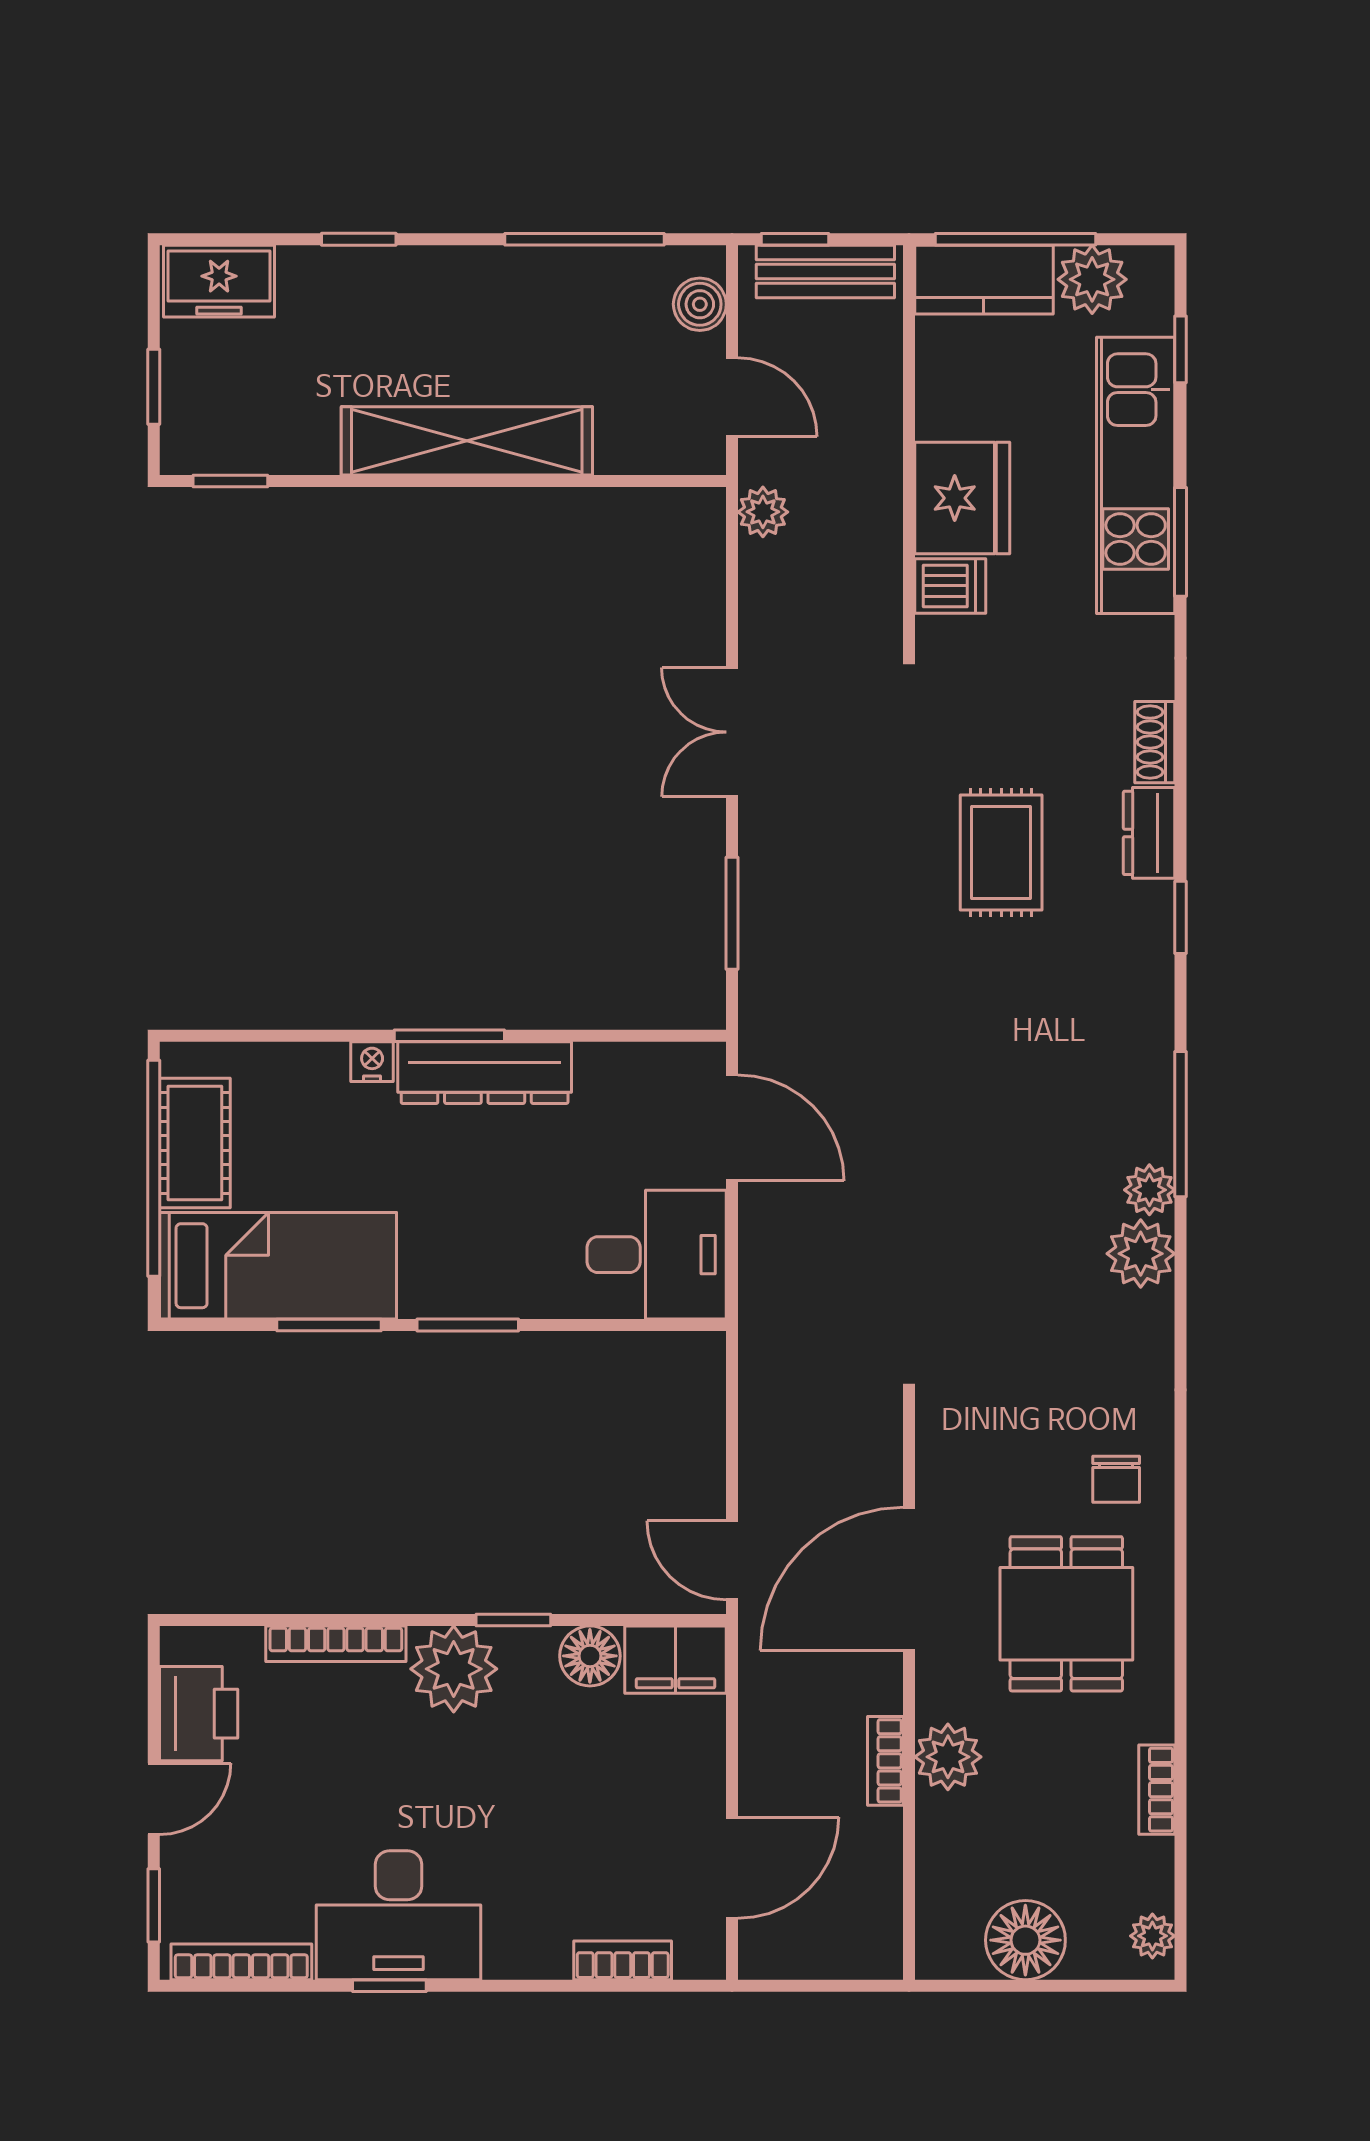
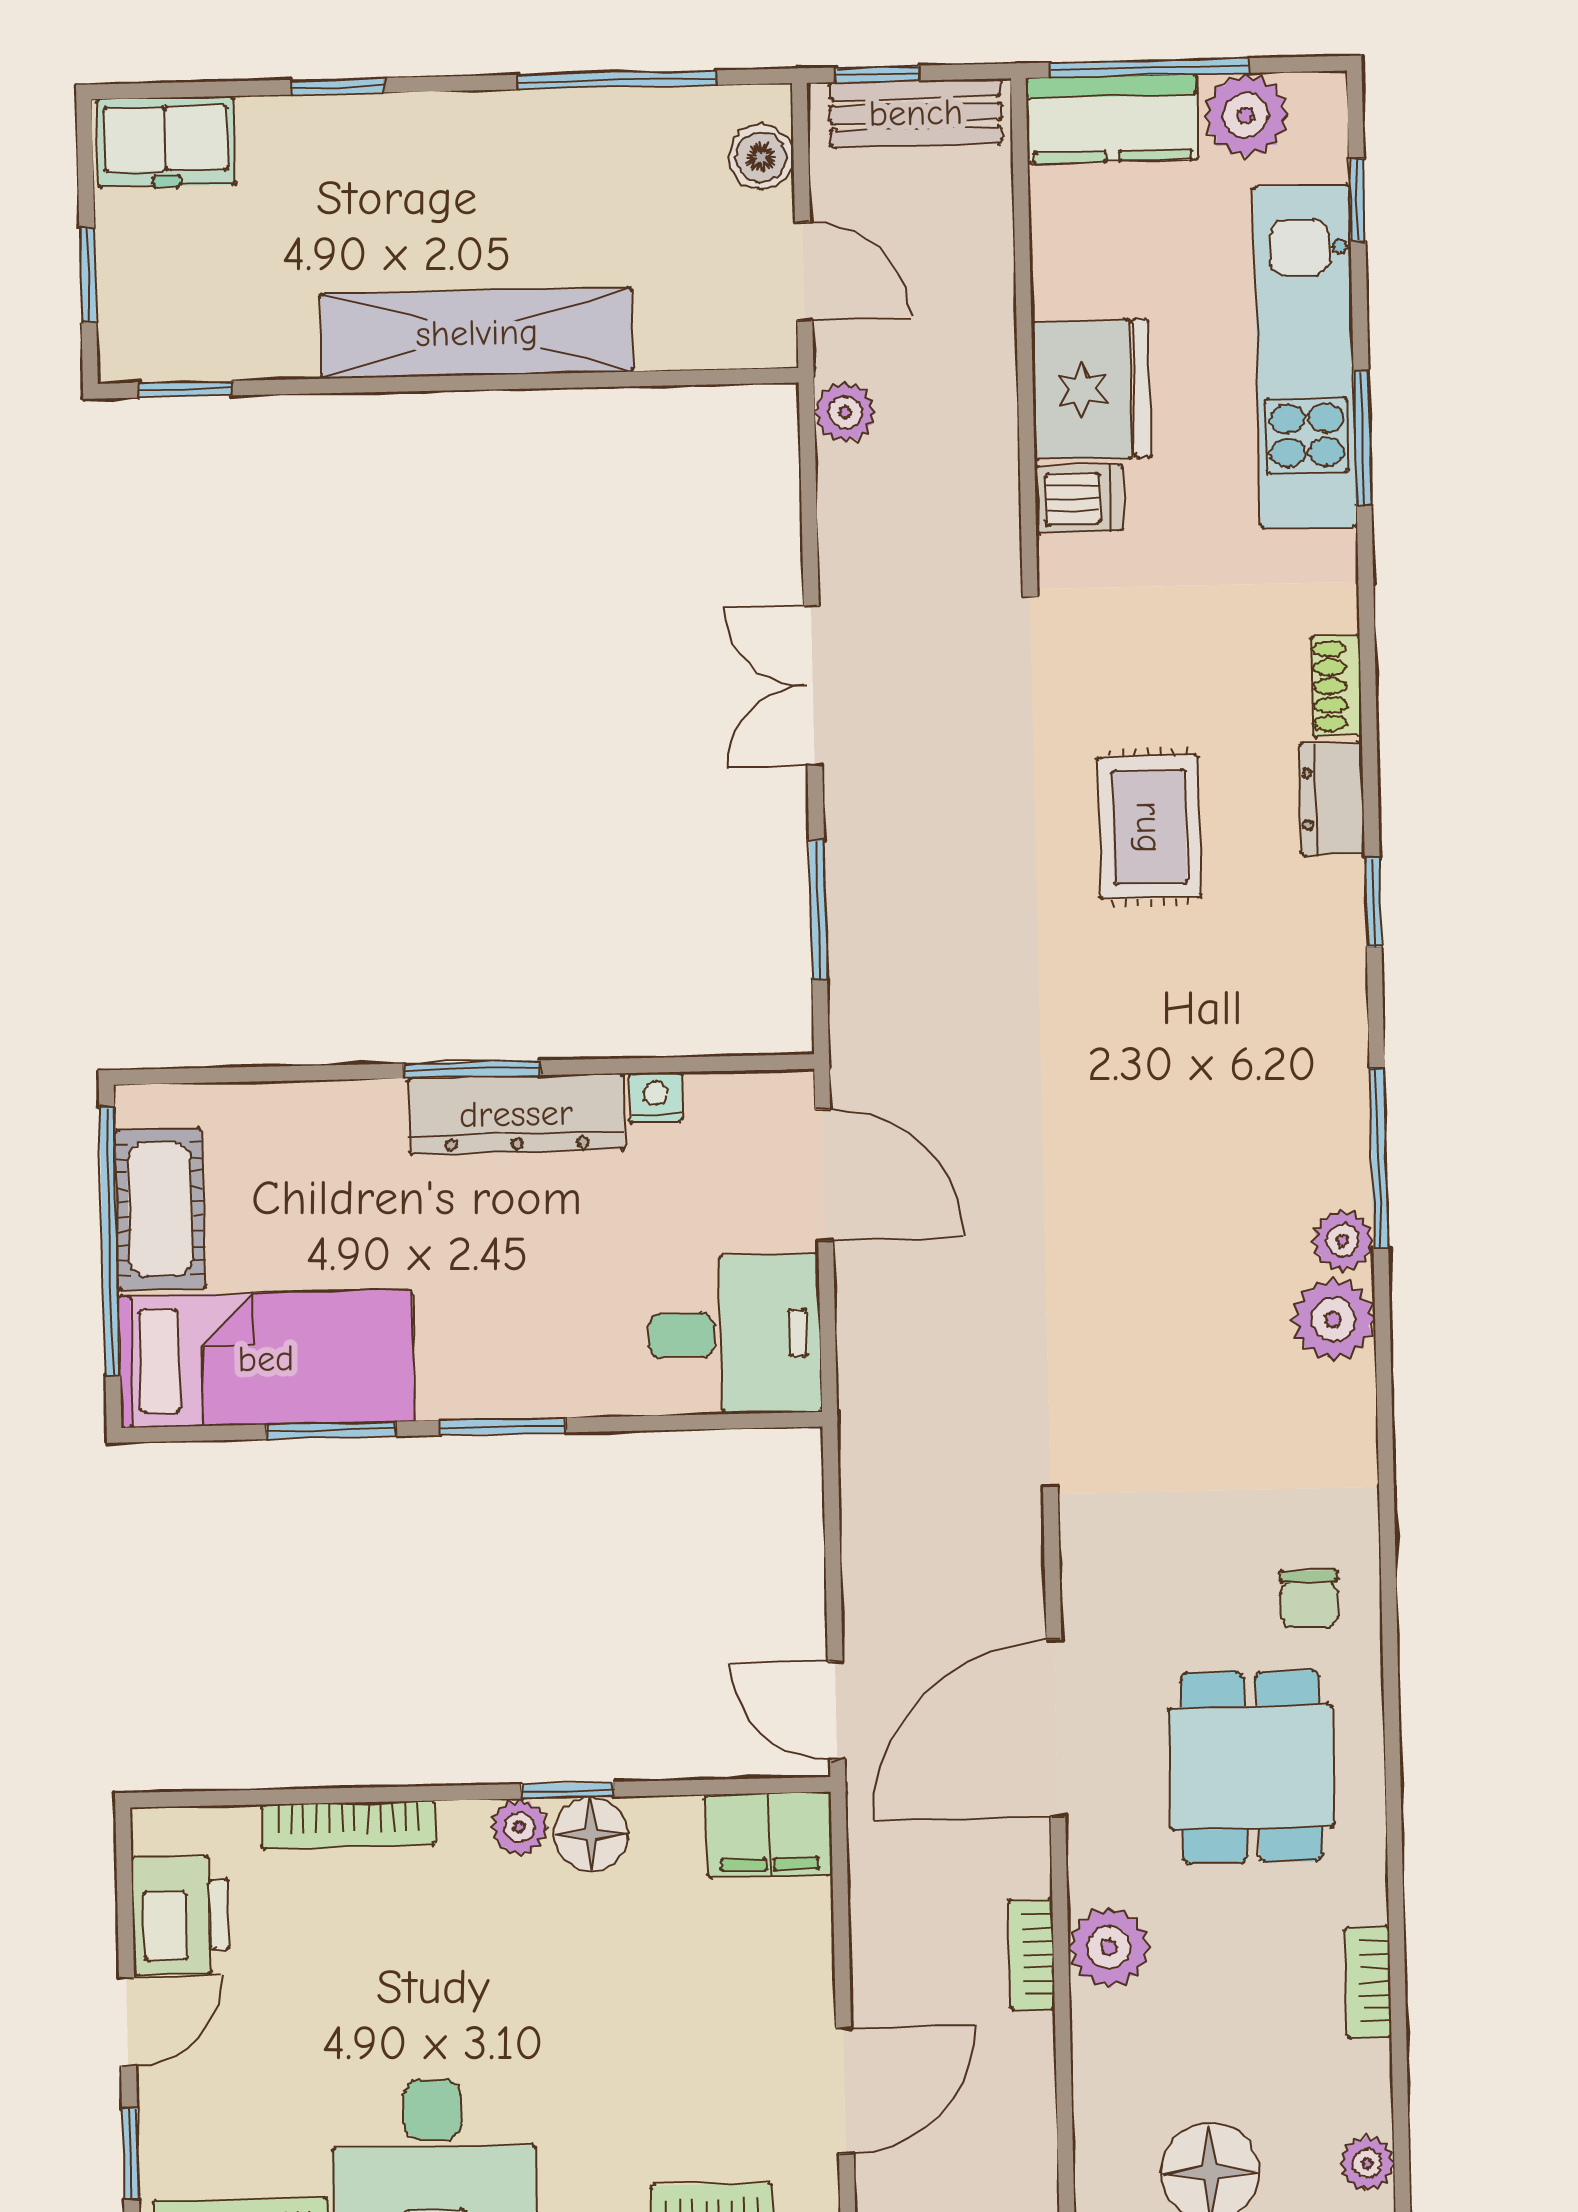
nightstand: (372, 1062) -> (655, 1097), moved
floor lamp: (590, 1656) -> (591, 1834), moved
plant: (454, 1669) -> (519, 1827), width x0.53, depth x0.53

